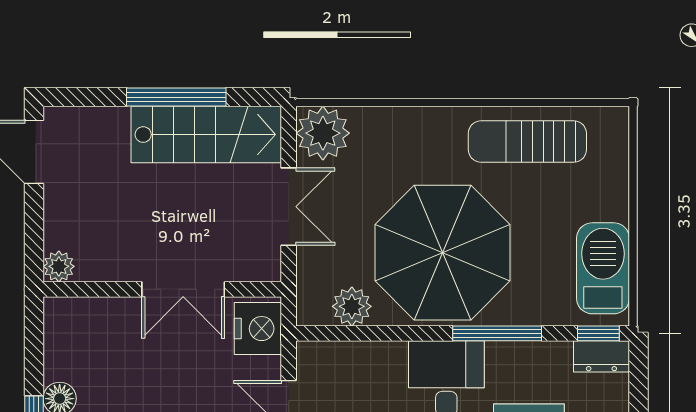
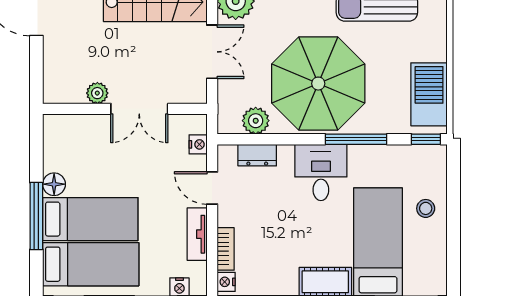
plant: (59, 266) -> (97, 93), moved
nightstand: (258, 329) -> (198, 144), width x0.53, depth x0.56
dresser: (601, 356) -> (257, 155), moved

